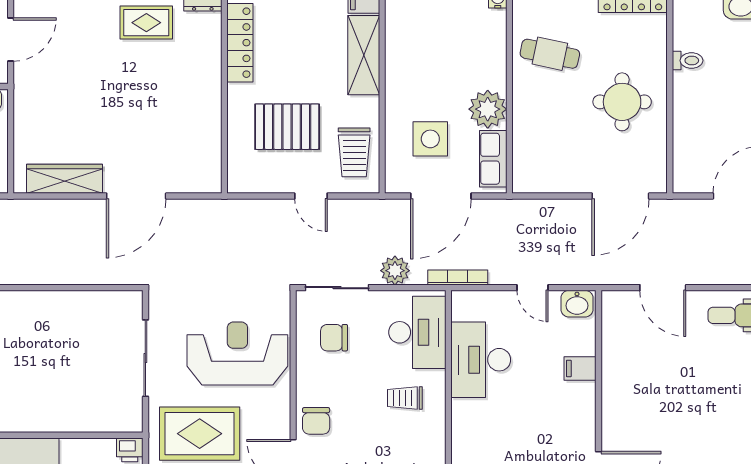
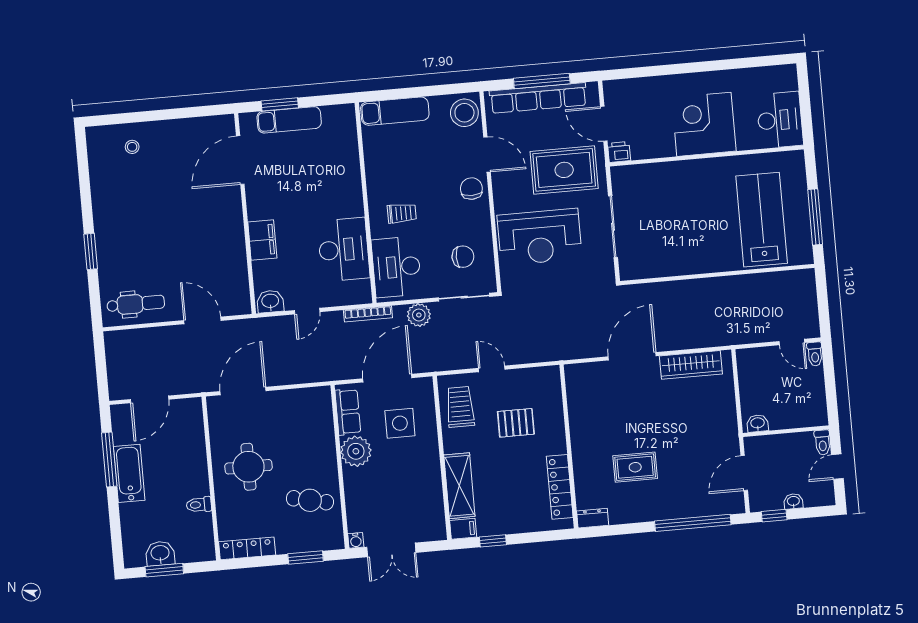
rug: (146, 23) -> (635, 467), moved
pallet: (287, 127) -> (516, 423), width x0.67, depth x0.71
door: (533, 288) -> (307, 311), swing flipped
filing cabinet: (580, 368) -> (262, 240), width x2.00

